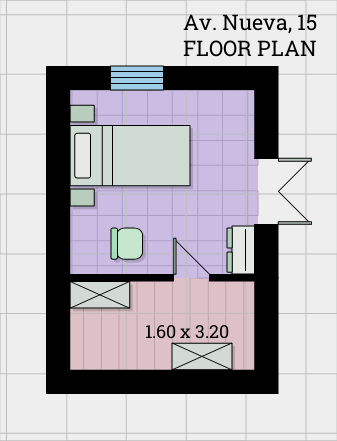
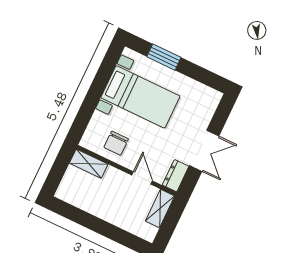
chair: (127, 244) -> (116, 143), turned 90
shelving: (202, 357) -> (160, 208), moved, turned 90

